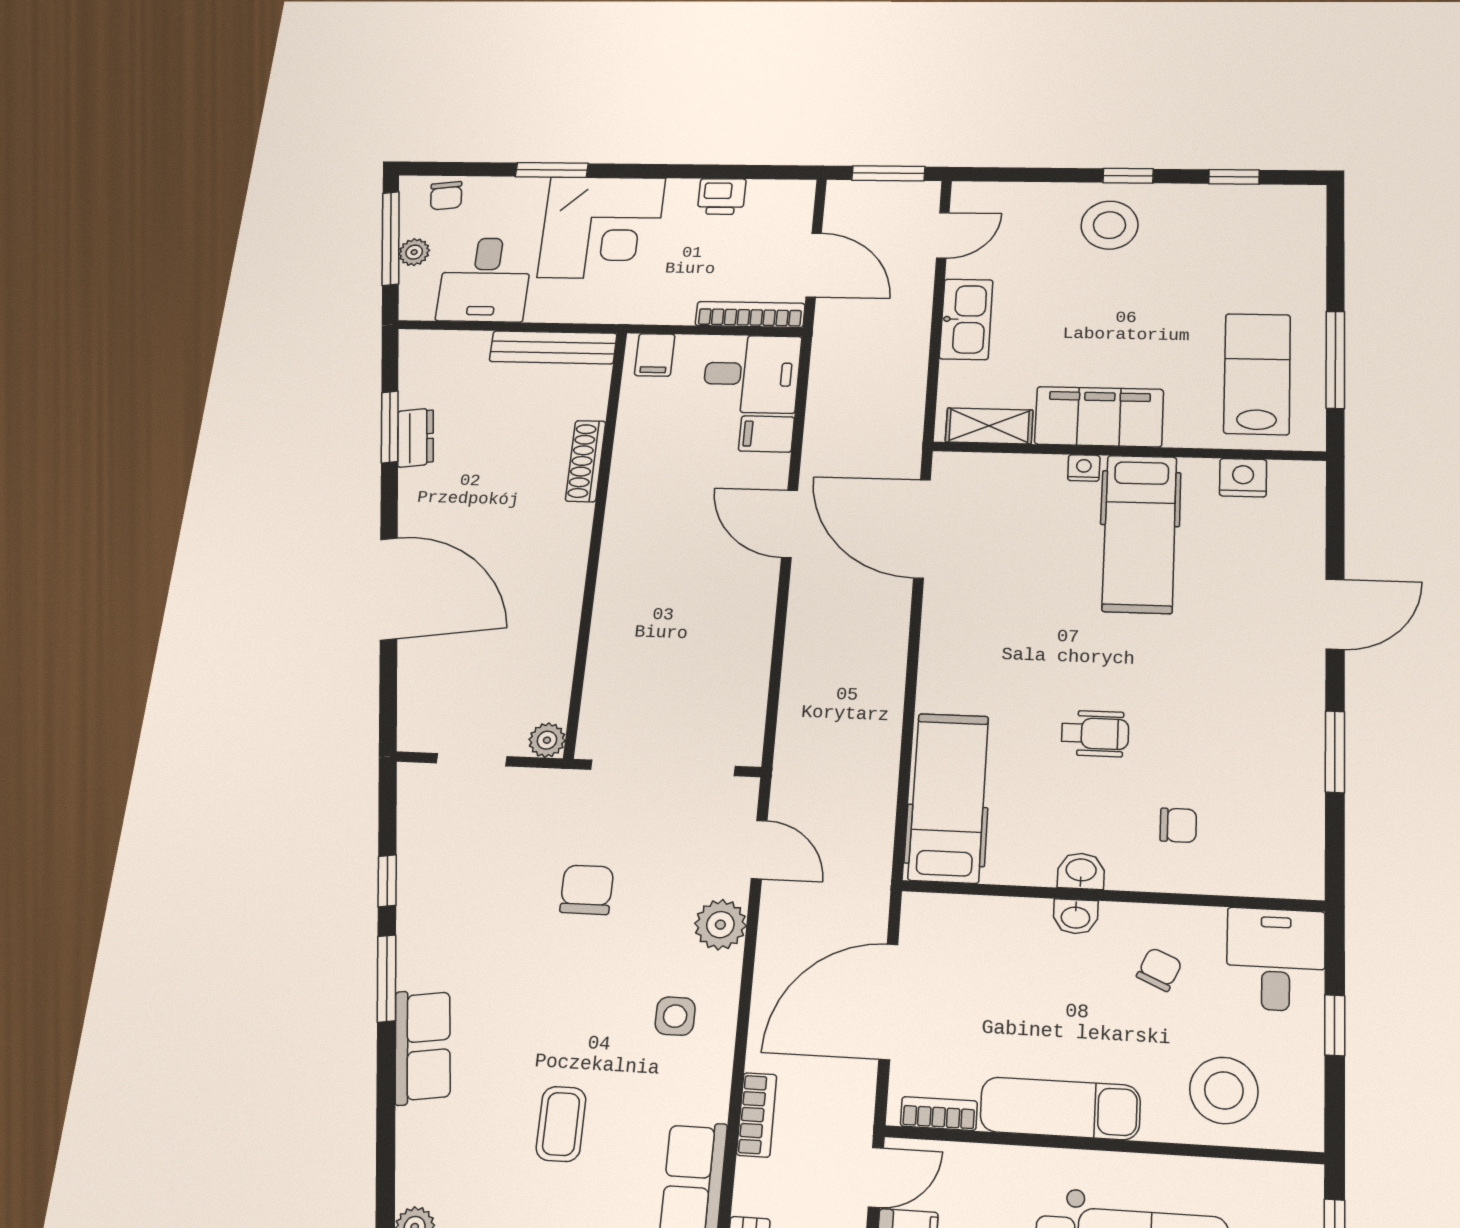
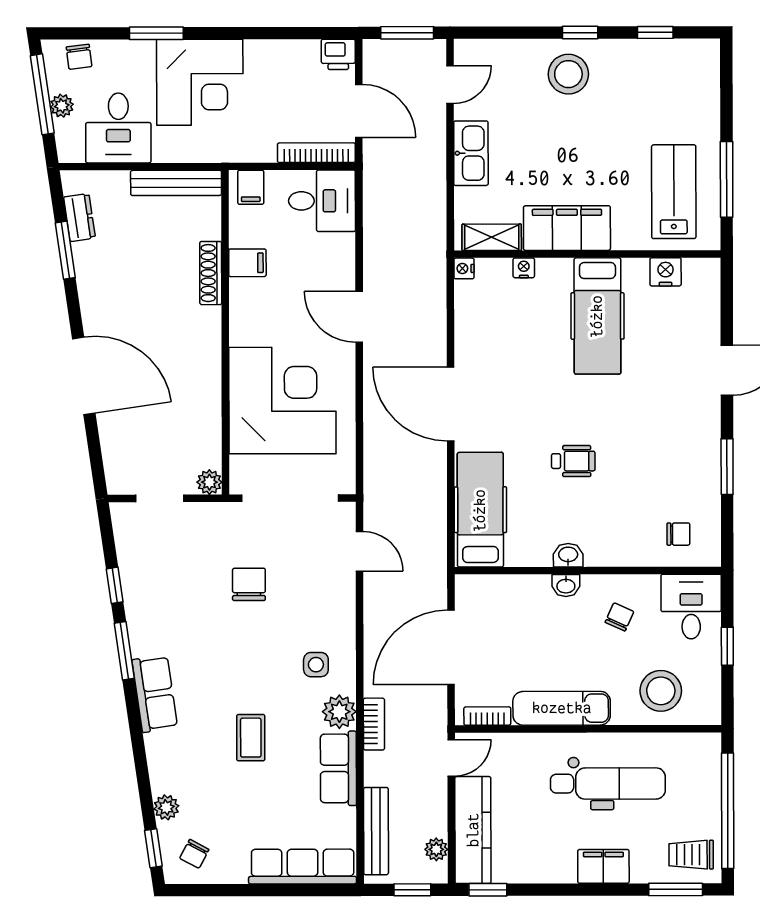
printer: (722, 196) -> (338, 54), moved
filing cabinet: (766, 434) -> (247, 263), moved, turned 180
dresser: (416, 438) -> (79, 217), moved
nightstand: (946, 465) -> (464, 268), added
nightstand: (1084, 468) -> (524, 268), moved
door: (922, 529) -> (451, 404), moved
corner desk: (667, 632) -> (282, 401), added
chair: (1178, 825) -> (678, 534), moved
plant: (720, 925) -> (339, 712), moved

